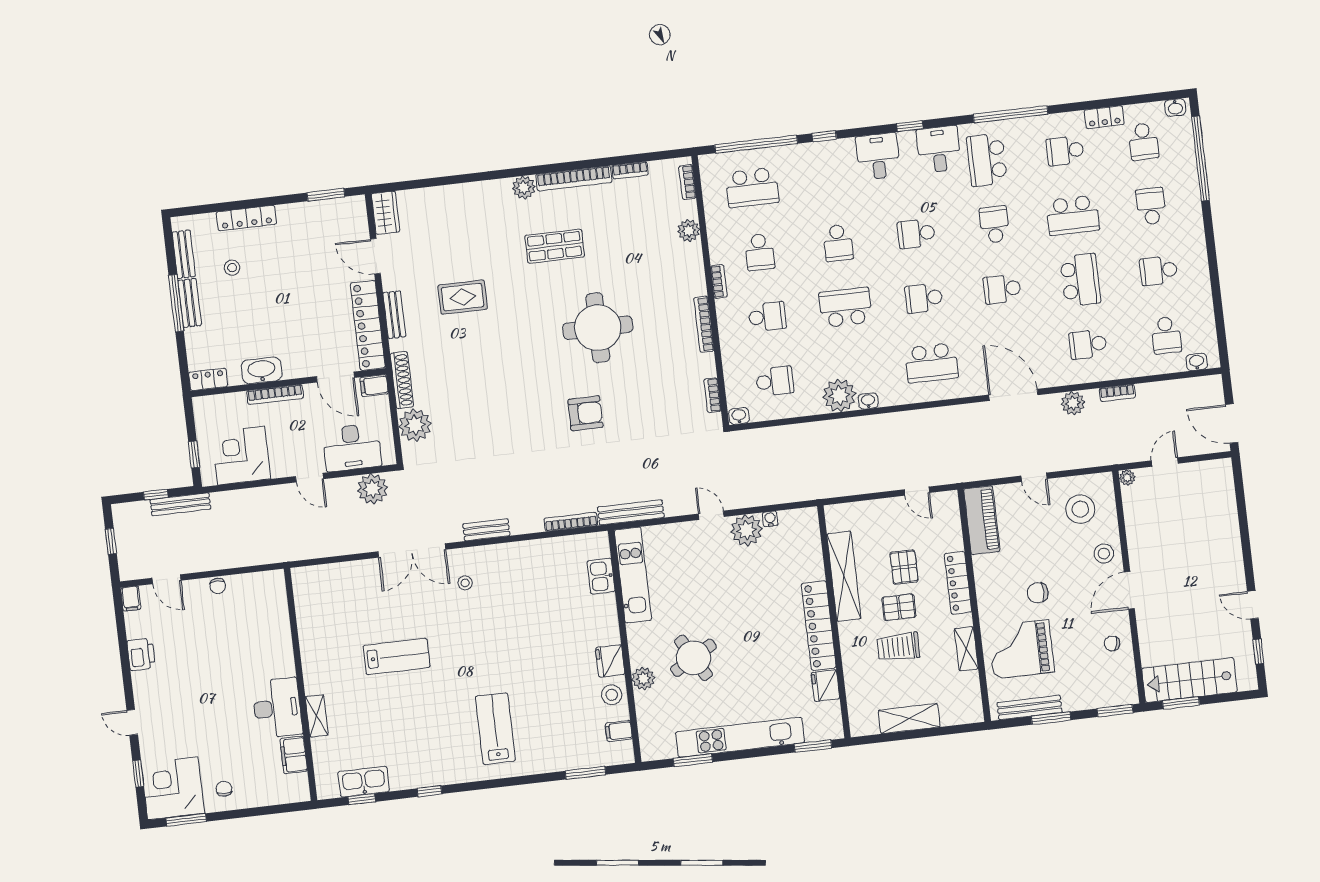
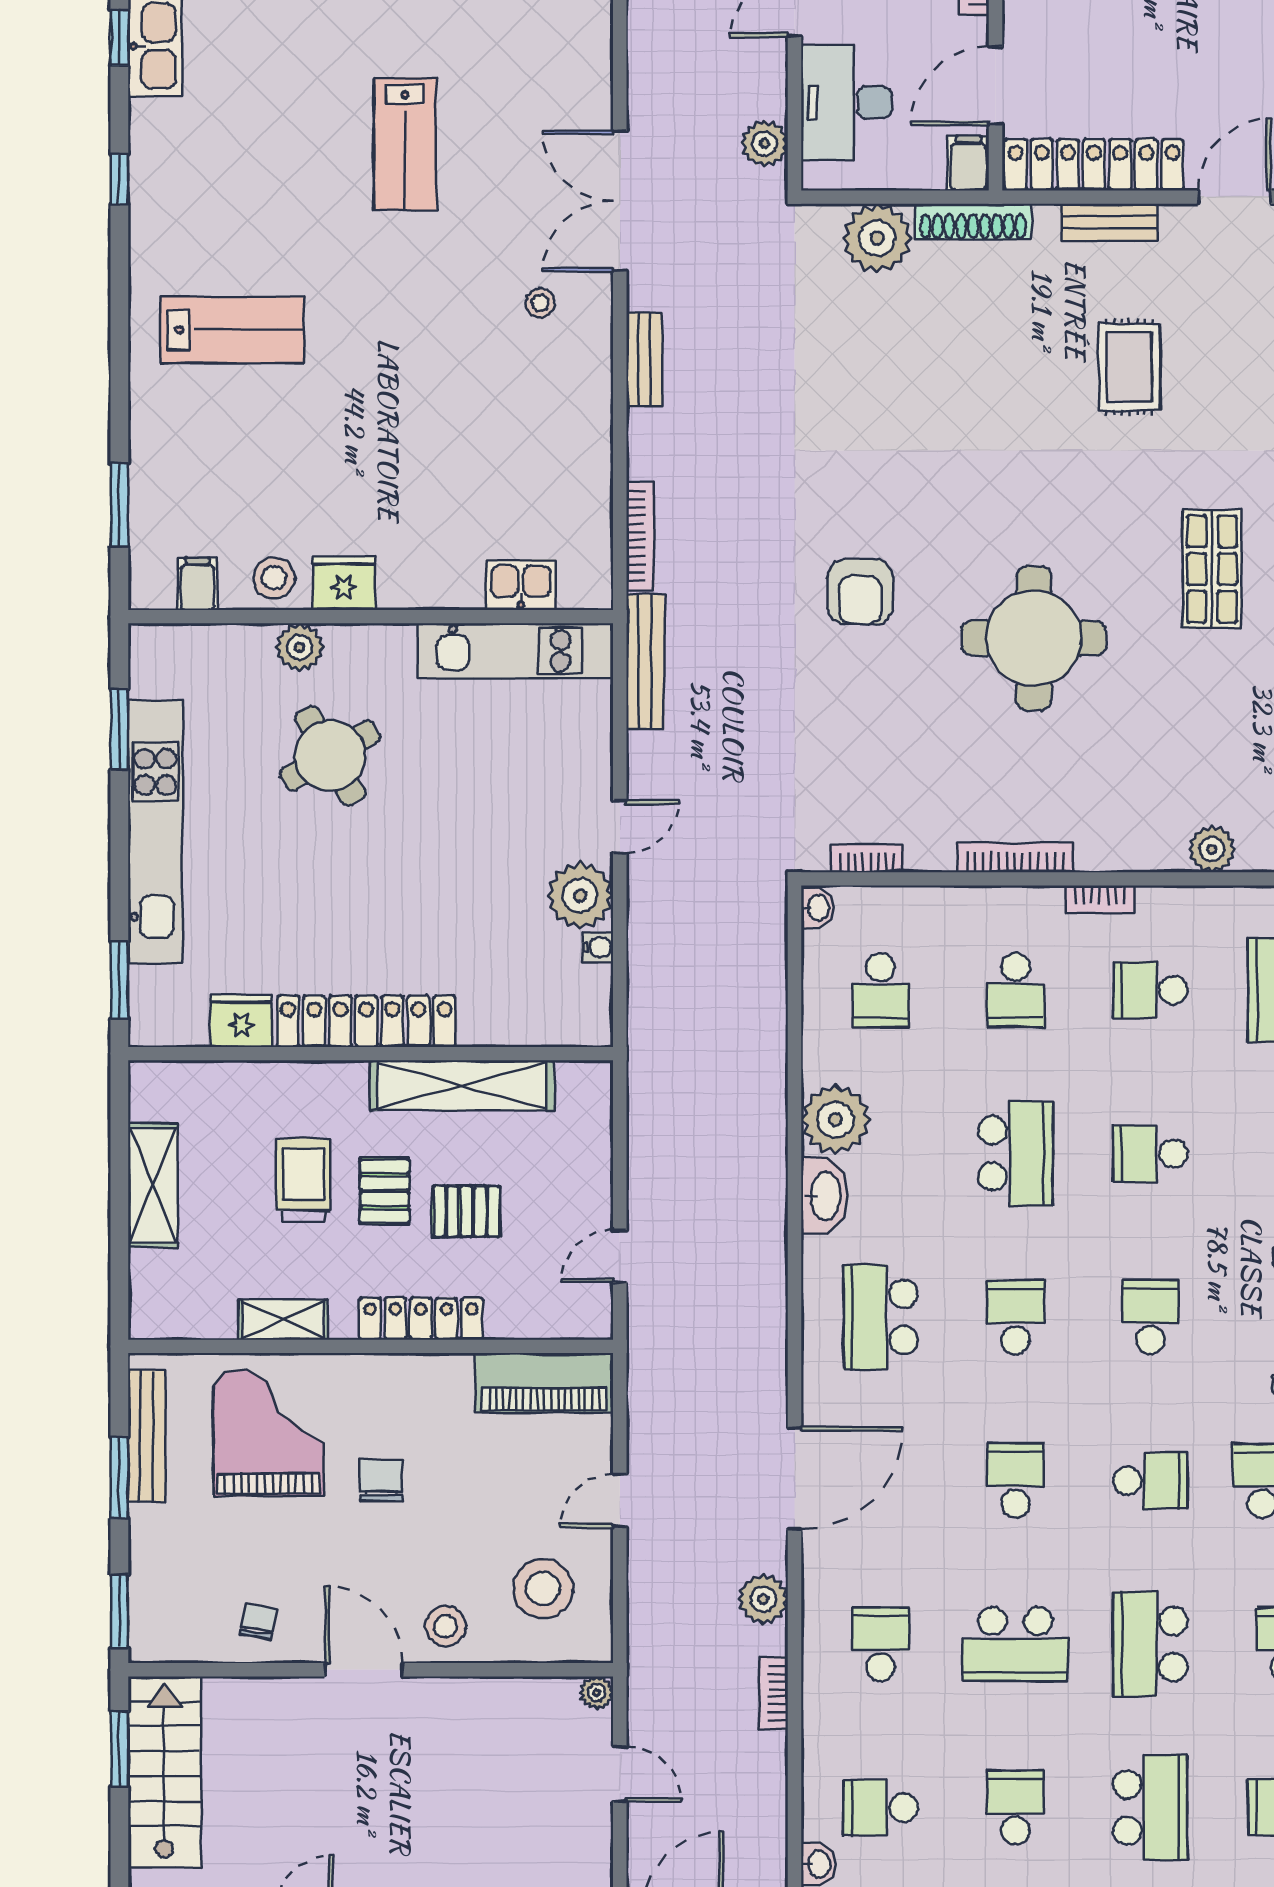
school desk: (1151, 206) -> (1150, 1808), width x1.85
washbasin: (868, 401) -> (824, 1196), width x1.91, depth x1.45
plant: (372, 489) -> (765, 143), width x0.73, depth x0.73

